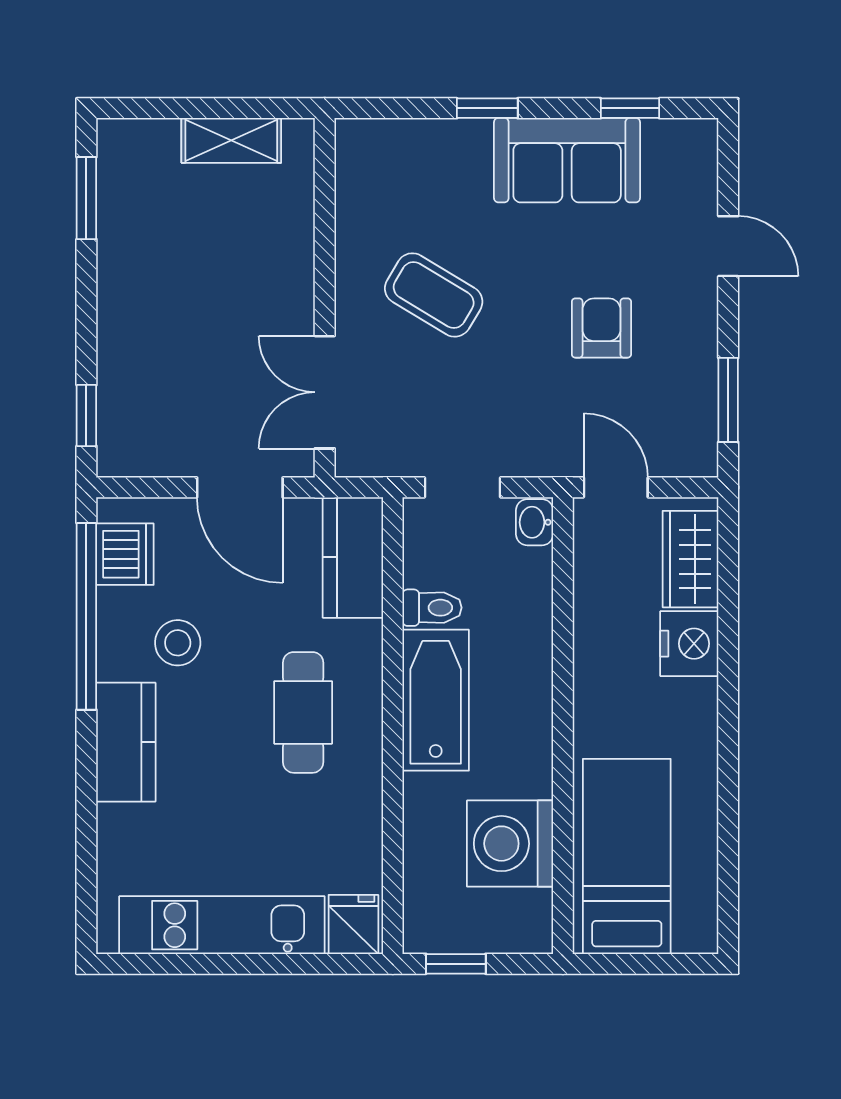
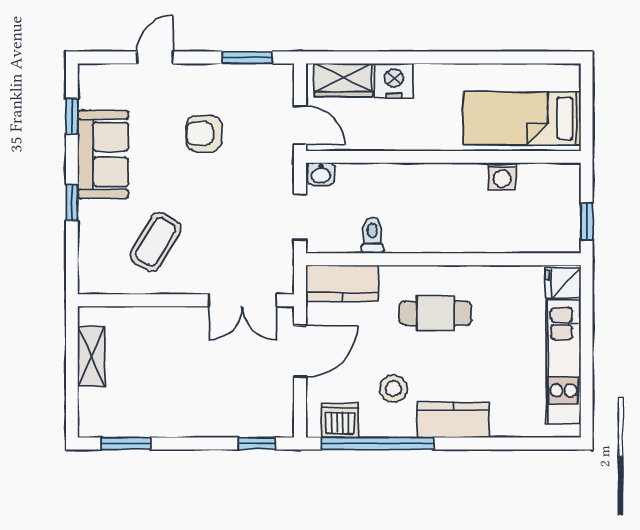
coffee table: (434, 295) -> (156, 242), moved
door: (616, 487) -> (300, 125), swing flipped
bathtub: (436, 700) -> (428, 233), removed
washing machine: (510, 844) -> (502, 176), width x0.53, depth x0.53

